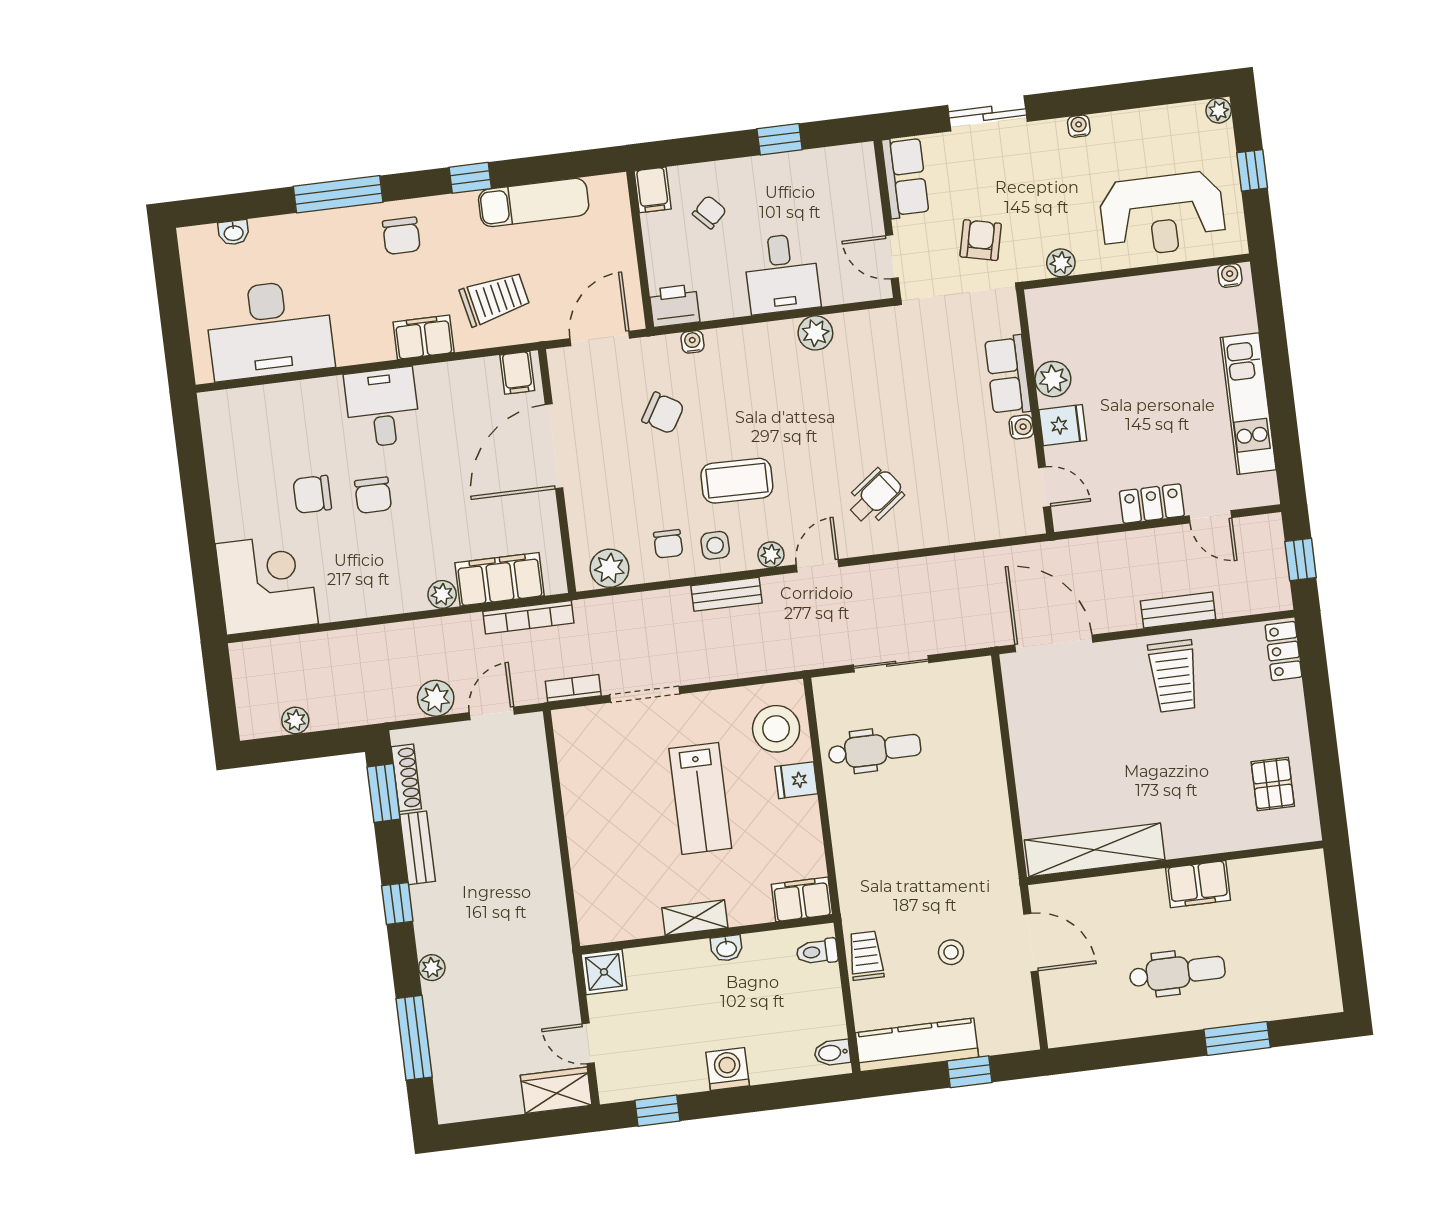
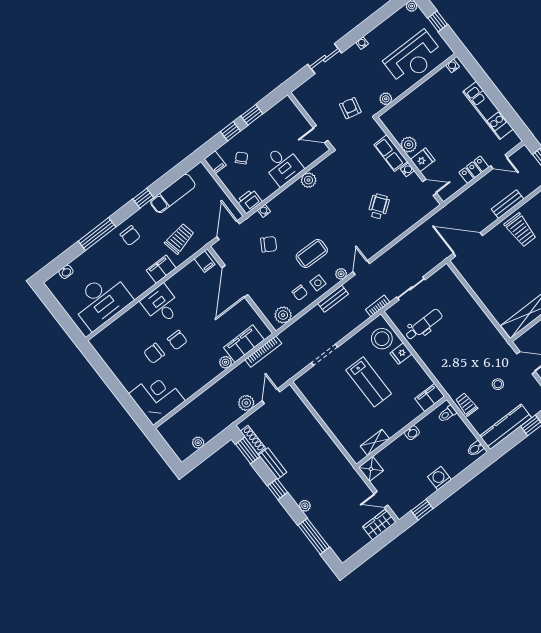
window: (719, 147) -> (230, 131), added
row of seats: (905, 177) -> (308, 101), removed
wheelchair: (875, 497) -> (379, 206), moved
bookcase: (573, 688) -> (378, 306), moved
shelving: (695, 918) -> (375, 442), moved

